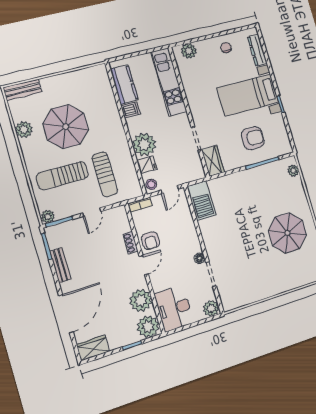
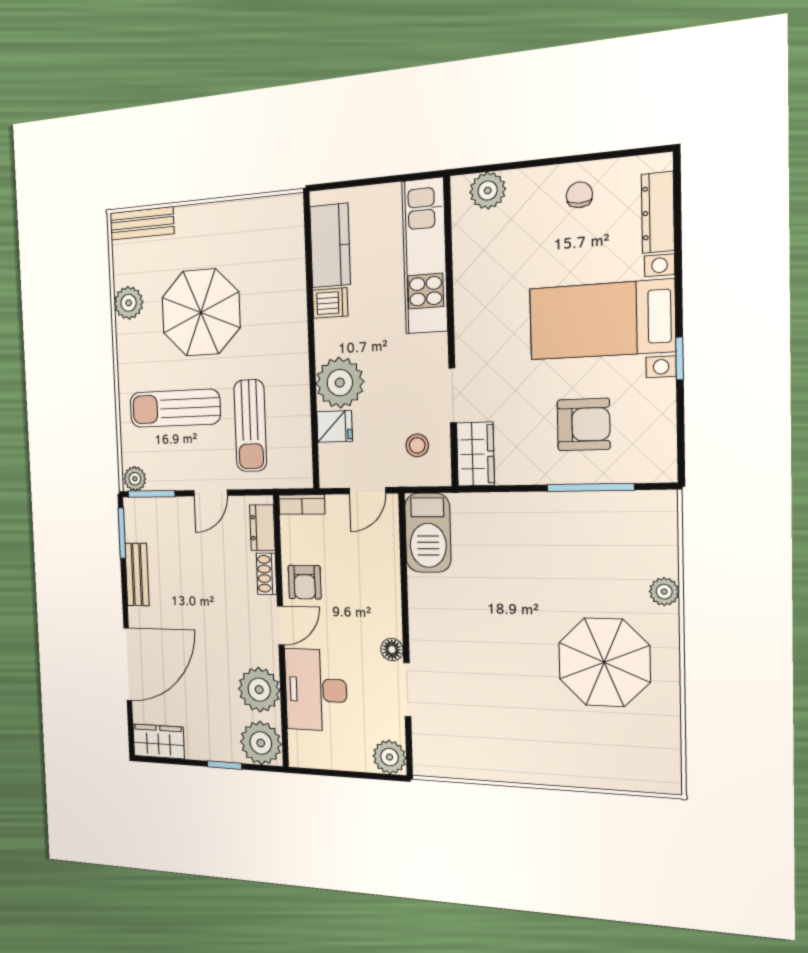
plant: (293, 171) -> (664, 592), moved
stool: (151, 184) -> (417, 445), moved
dresser: (123, 221) -> (262, 528), added
desk: (174, 308) -> (316, 690), moved

